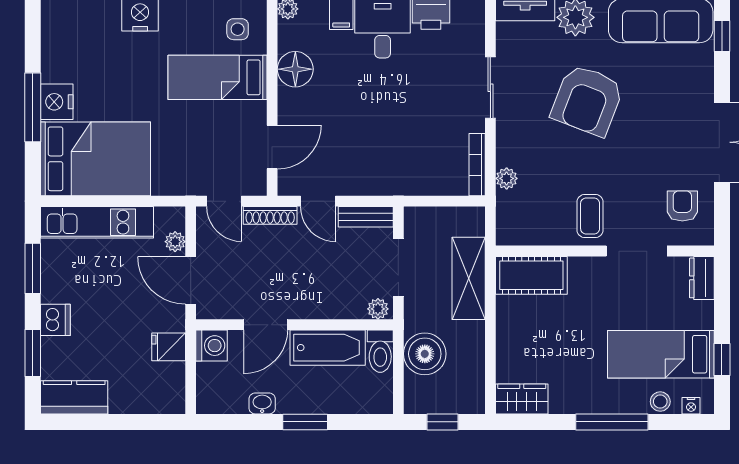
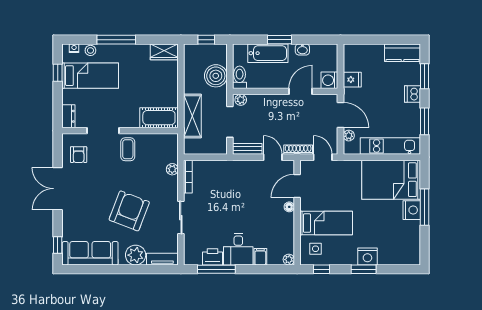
floor lamp: (295, 69) -> (289, 207), moved, width x0.53, depth x0.53
bathtub: (328, 348) -> (268, 53), moved, turned 180

